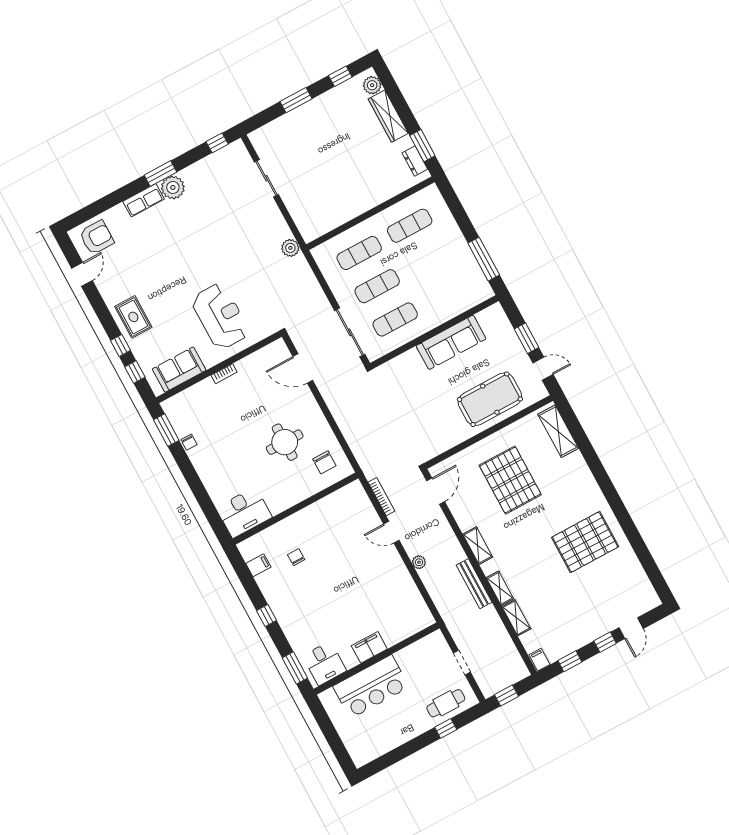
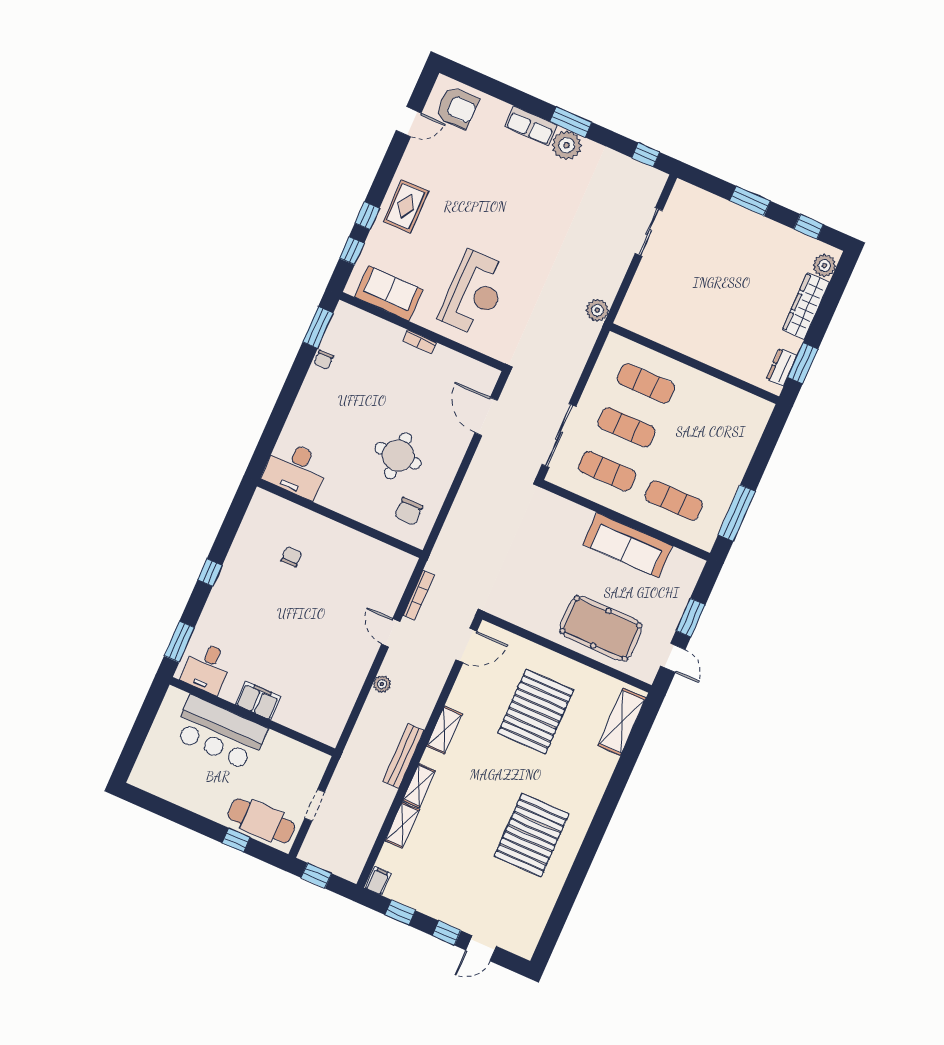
exercise mat: (410, 226) -> (674, 501), moved
pallet: (585, 542) -> (532, 835), turned 90
filing cabinet: (258, 565) -> (254, 525), removed
cafe table: (446, 703) -> (261, 821), width x1.37, depth x1.35

